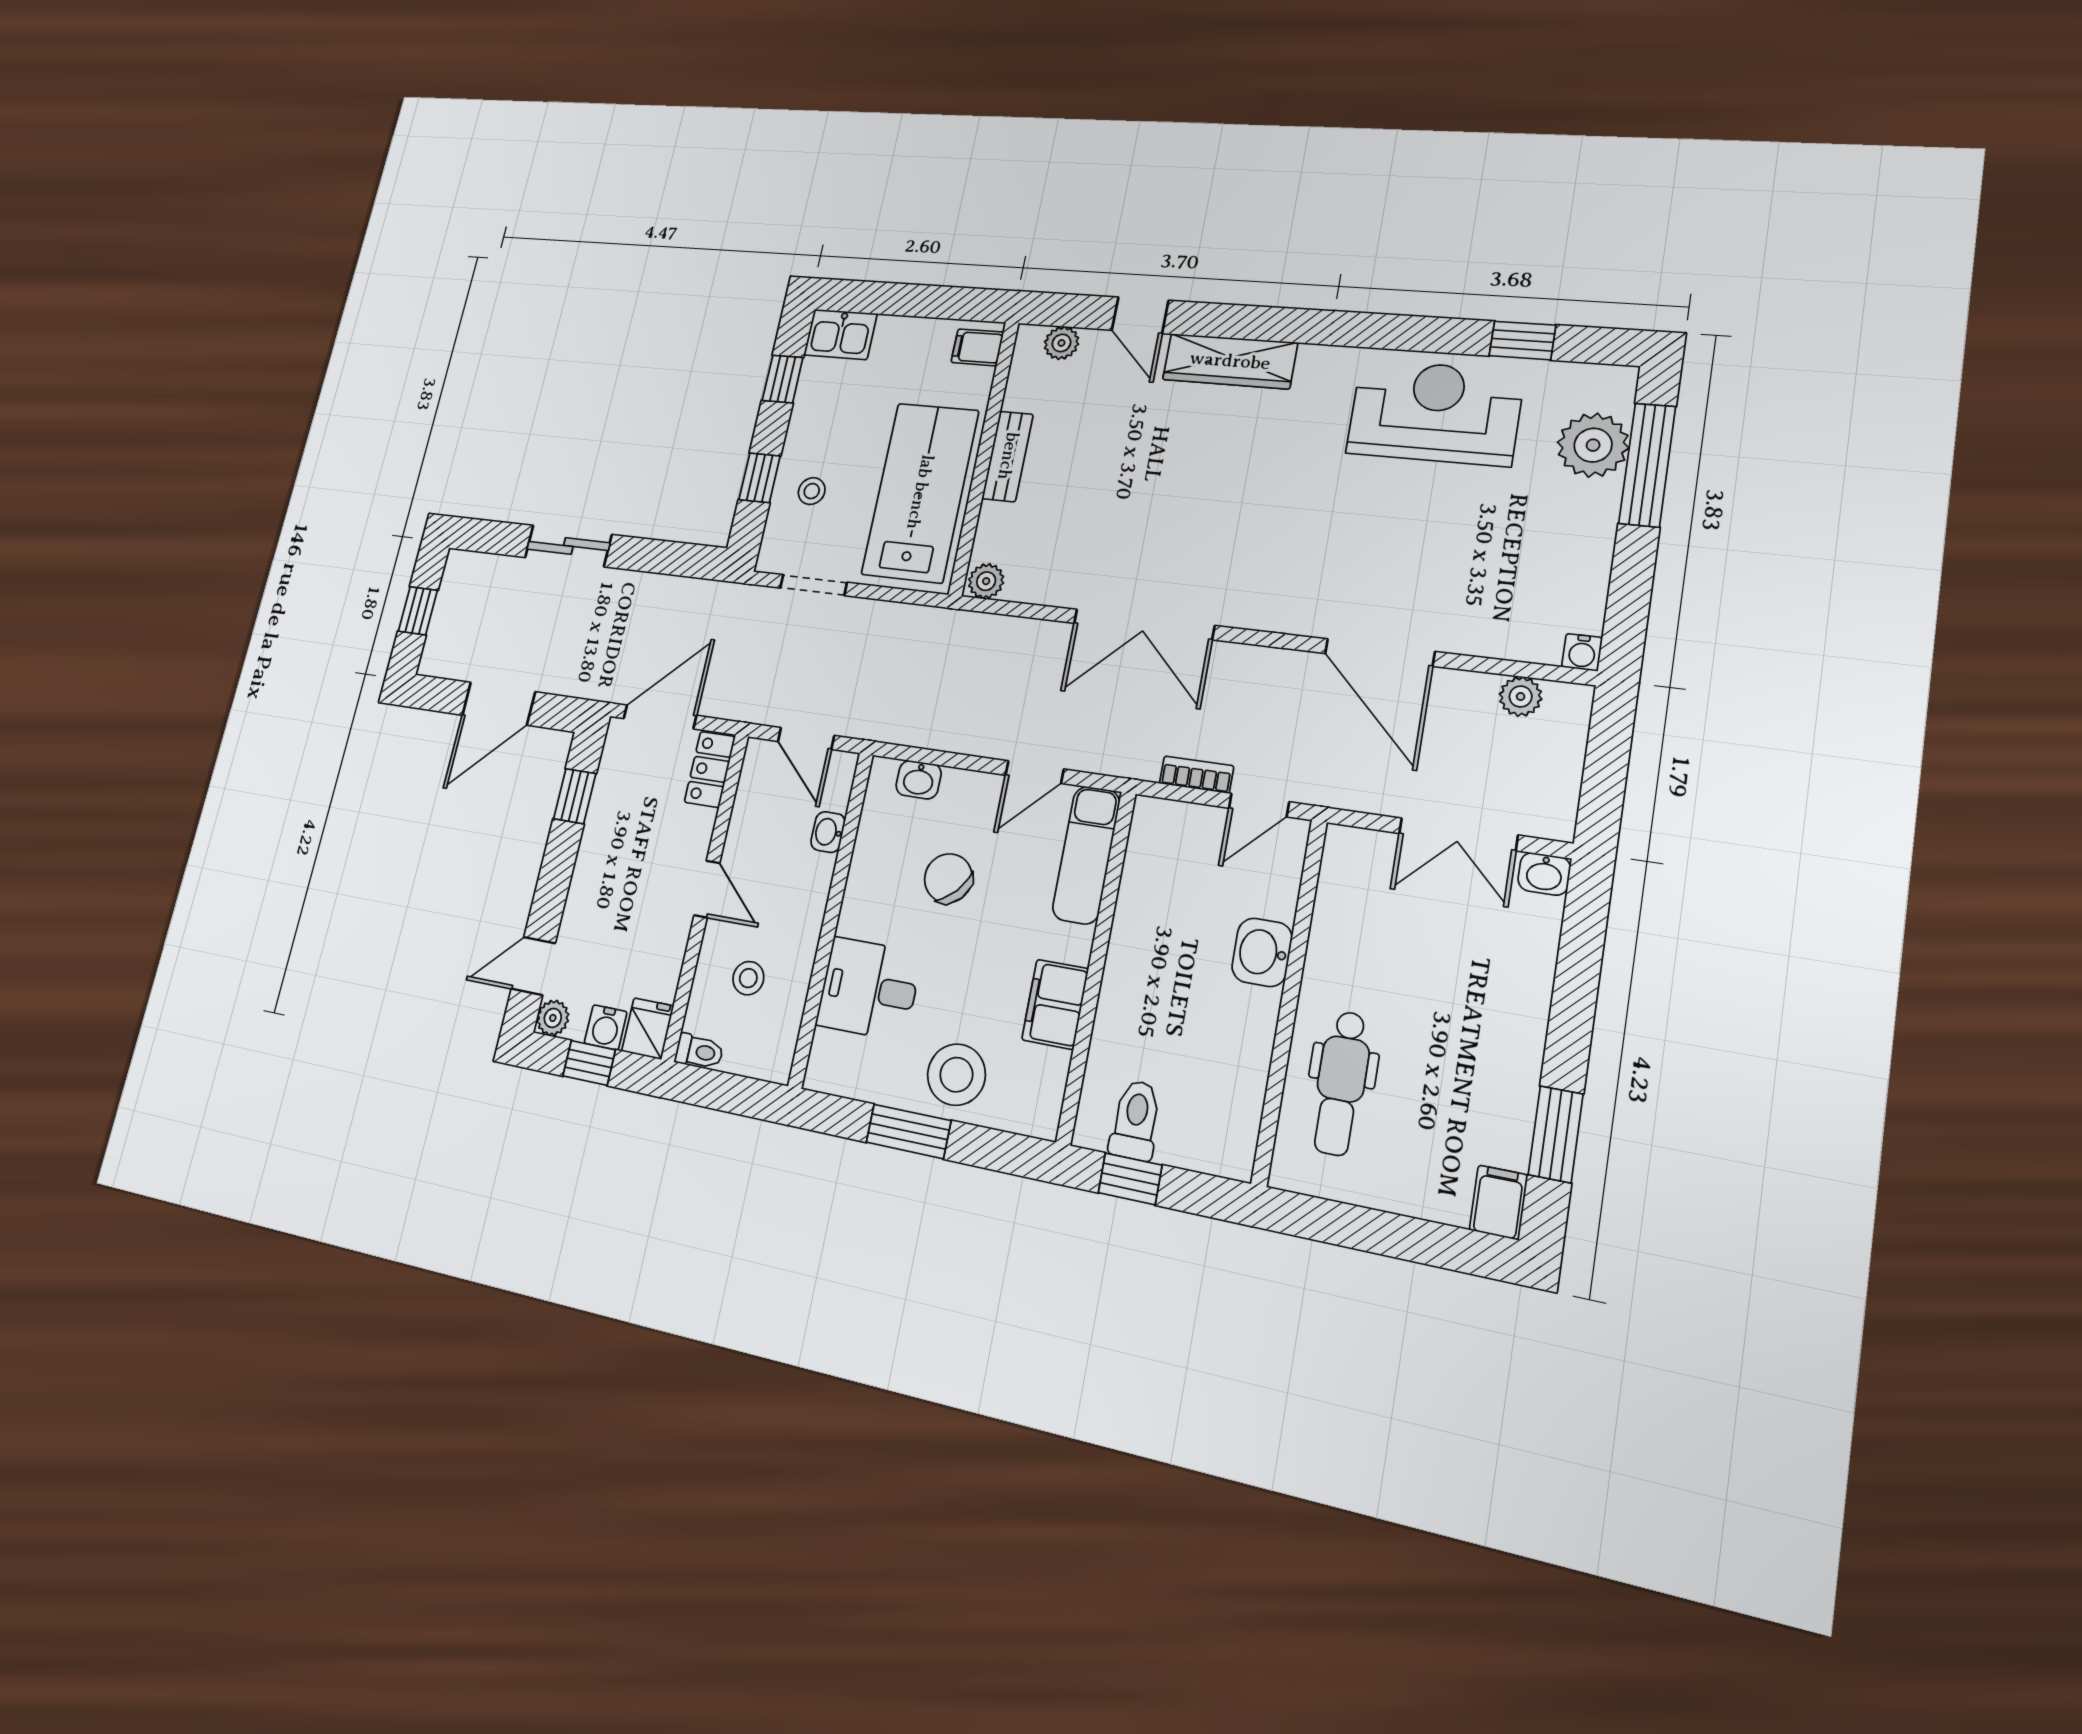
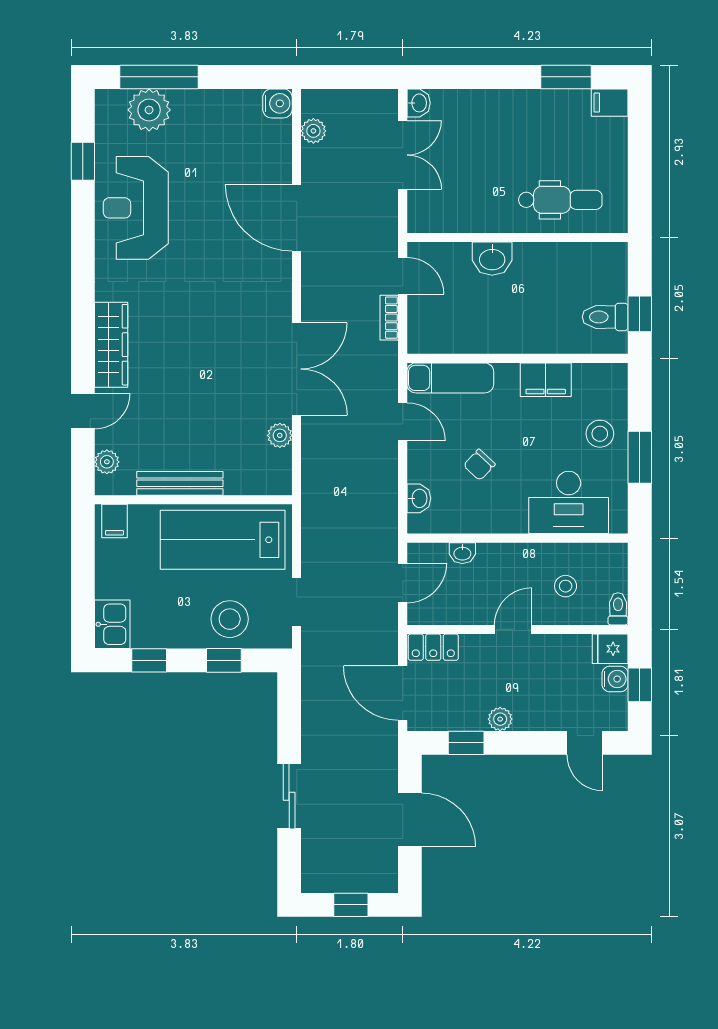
bench: (1008, 456) -> (180, 483), width x1.36
stool: (812, 491) -> (230, 619), width x1.89, depth x1.89
plant: (986, 581) -> (280, 435), moved
door: (1380, 652) -> (297, 218), swing flipped
water cooler: (1582, 652) -> (277, 103), width x1.38, depth x1.38
chair: (948, 878) -> (479, 465), width x0.73, depth x0.73
desk: (869, 989) -> (569, 502), width x1.37
plant: (553, 1018) -> (500, 719), moved
stool: (956, 1075) -> (600, 434), width x0.73, depth x0.73

